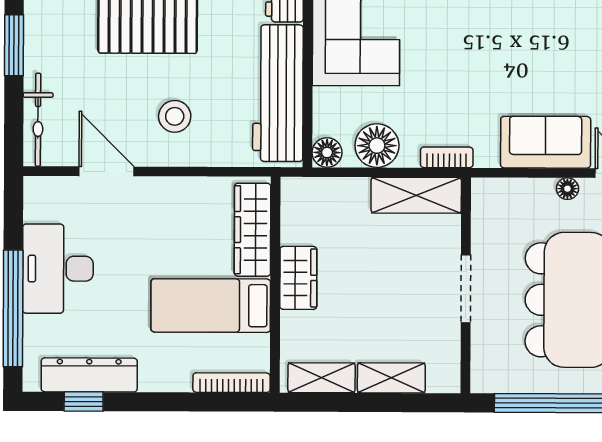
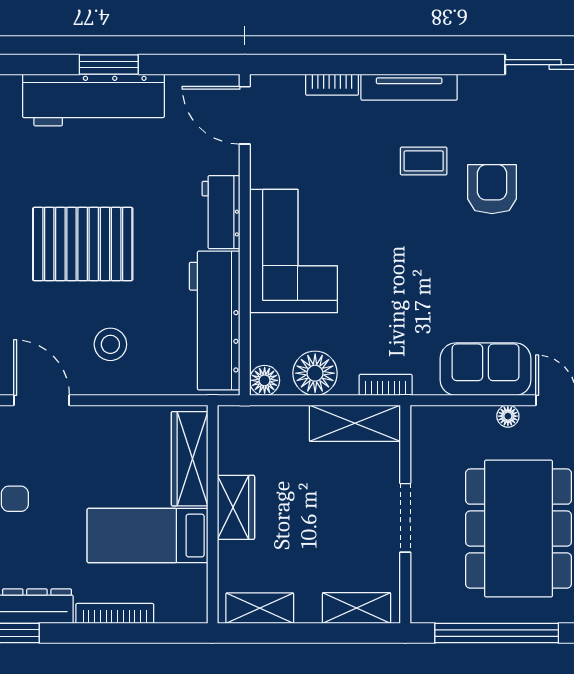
shelving: (391, 378) -> (357, 608), moved
bookcase: (232, 383) -> (115, 613), moved

